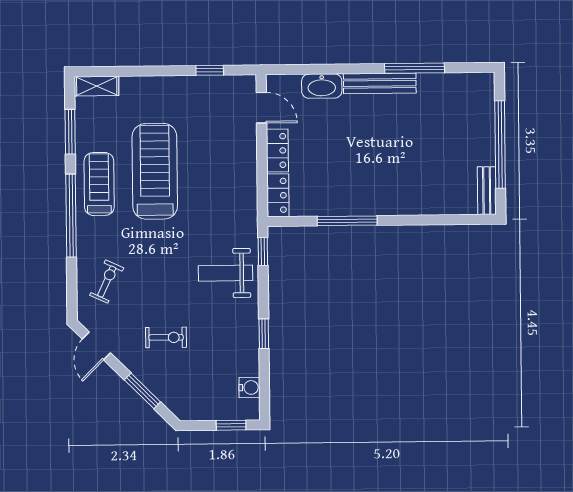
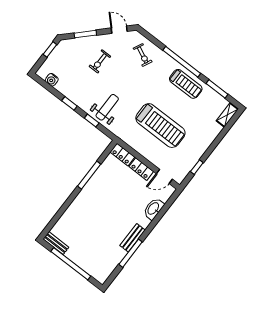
bench: (380, 83) -> (133, 238), width x0.73
treadmill: (155, 171) -> (160, 126), moved
window: (263, 252) -> (92, 121), moved
window: (231, 425) -> (50, 49), moved

